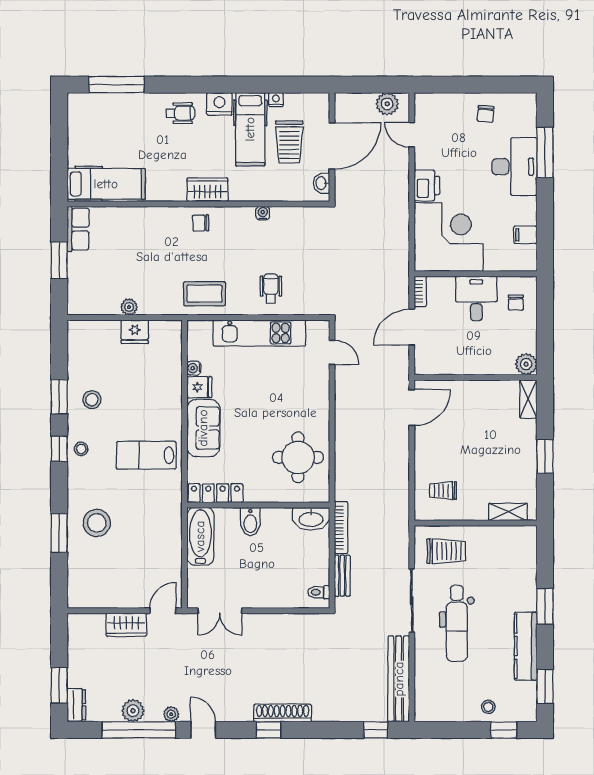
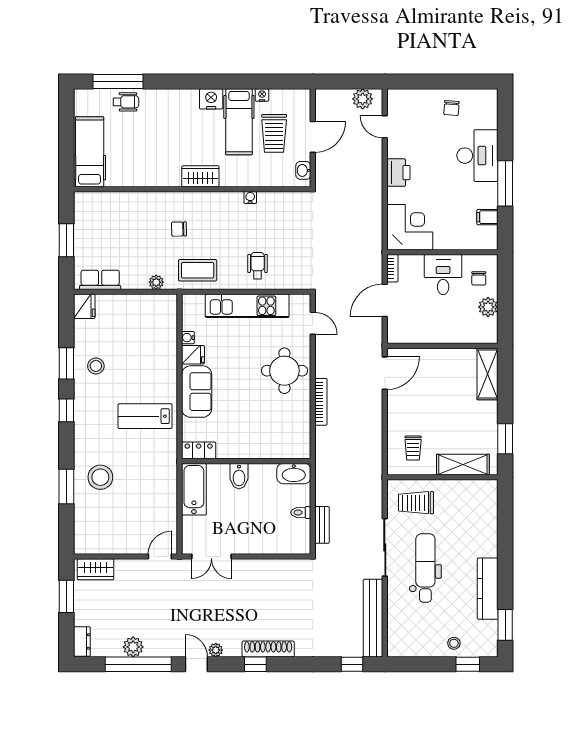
wheelchair: (180, 113) -> (126, 102), moved
door: (332, 146) -> (313, 137), width x0.73
window: (545, 152) -> (505, 183), moved
hospital bed: (106, 184) -> (90, 152), moved, turned -90
chair: (201, 223) -> (179, 229), moved
row of seats: (78, 229) -> (100, 280), moved, turned -90
corner desk: (449, 237) -> (410, 227), width x0.74, depth x0.74
plant: (129, 307) -> (156, 282), moved
fridge: (135, 332) -> (84, 306), moved, turned -90
plant: (526, 364) -> (488, 307), moved
shelving: (528, 399) -> (487, 374), width x1.50, depth x1.33
stool: (81, 449) -> (86, 410), removed
round table: (298, 457) -> (284, 371), moved
window: (545, 457) -> (505, 439), moved
trolley: (443, 491) -> (413, 448), turned -90
locker: (215, 493) -> (199, 450), width x0.66
shelving: (508, 512) -> (463, 465), width x1.50, depth x1.33
bookcase: (341, 527) -> (321, 402), moved
trolley: (446, 551) -> (416, 503), turned 180
toilet: (319, 592) -> (301, 512), moved
window: (545, 606) -> (505, 553), removed
dental chair: (457, 623) -> (425, 568), turned 180
wardrobe: (126, 625) -> (96, 569), moved
window: (59, 685) -> (66, 596), moved
plant: (171, 714) -> (216, 650), moved

